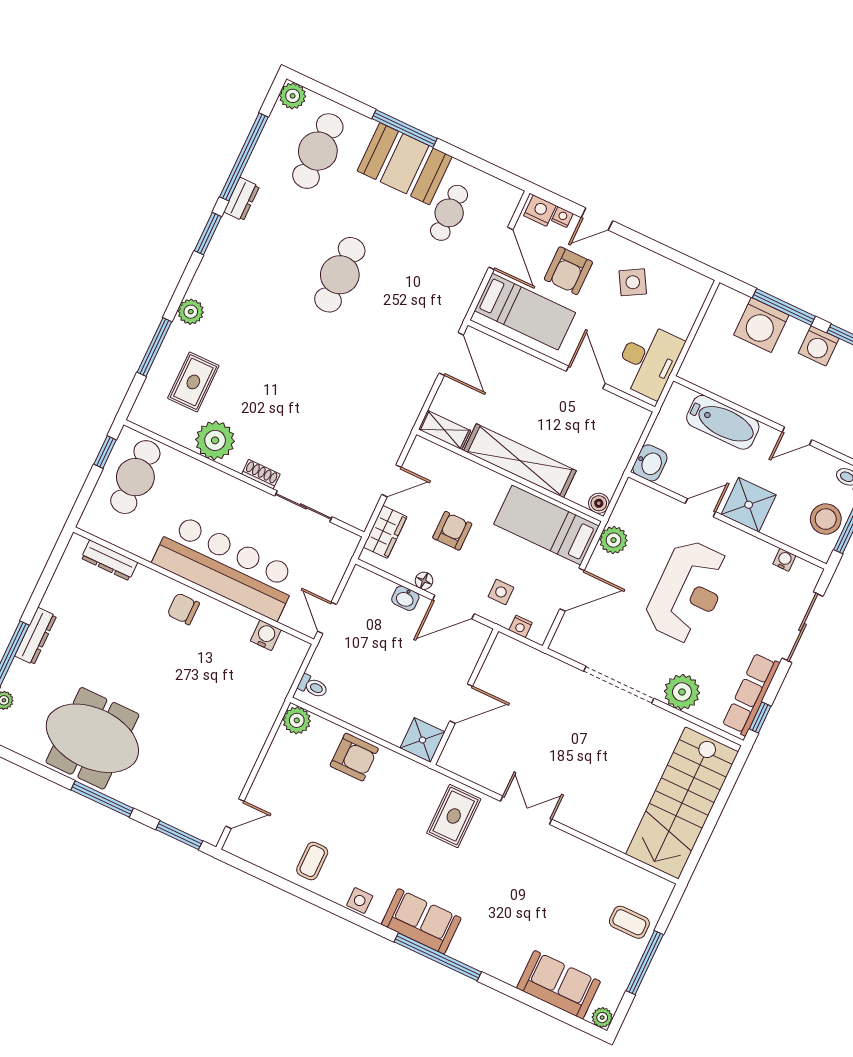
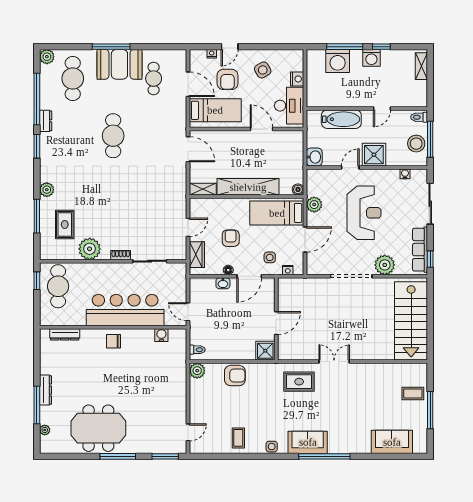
nightstand: (540, 211) -> (297, 79), moved, turned 90
rug: (454, 816) -> (299, 382), turned 90
plant: (602, 1018) -> (422, 448), removed

